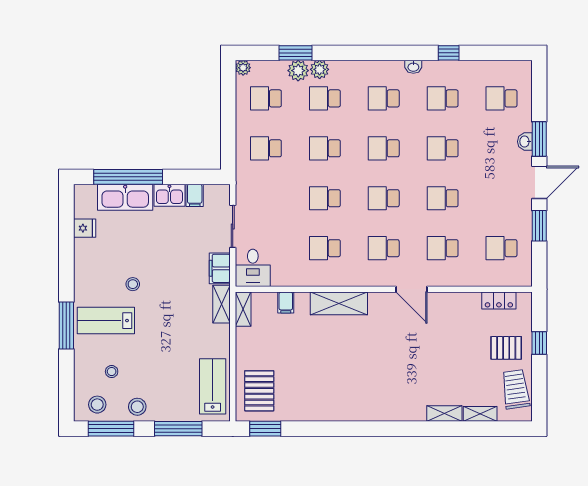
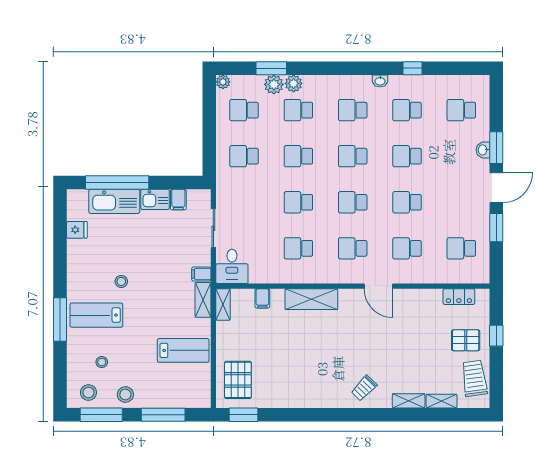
filing cabinet: (220, 268) -> (201, 274), width x0.50
lab bench: (213, 386) -> (183, 350), moved, turned 90
trolley: (396, 400) -> (364, 388), added

